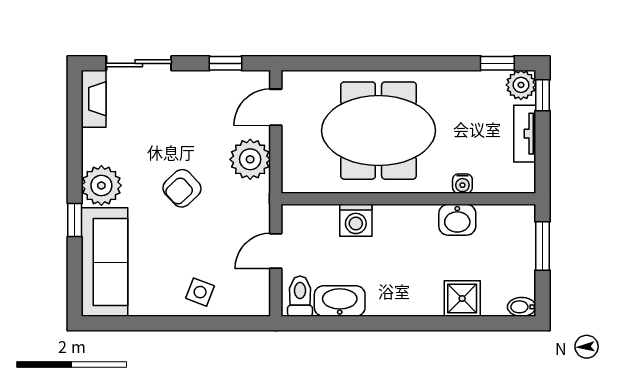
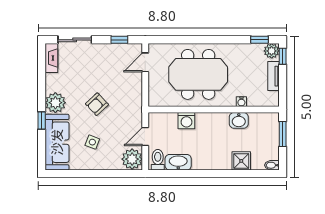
plant: (250, 159) -> (132, 159), moved
side table: (200, 292) -> (92, 142), moved

